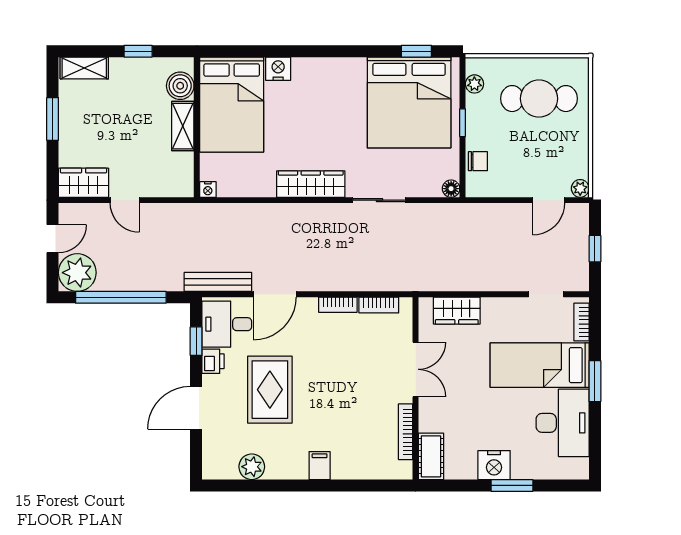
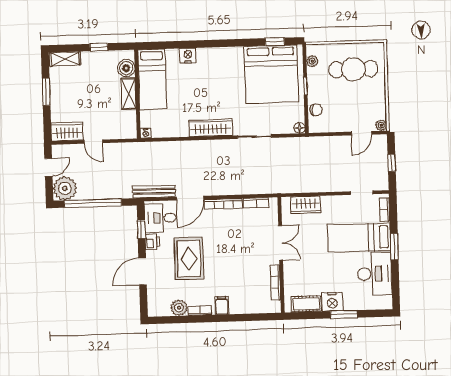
bed: (232, 105) -> (152, 79), width x0.67
bookcase: (338, 305) -> (223, 204), width x1.56
cot: (431, 456) -> (306, 304), moved, turned 90
bookcase: (285, 472) -> (200, 310), added

